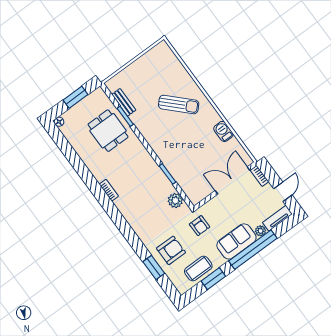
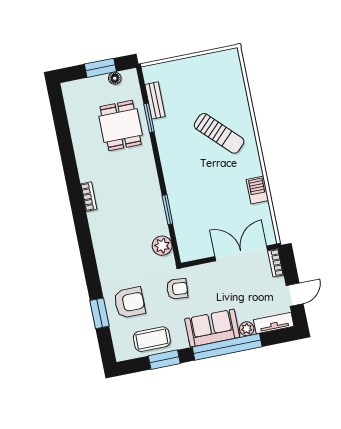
floor lamp: (59, 122) -> (115, 78), moved
armchair: (200, 226) -> (177, 289), turned -85

